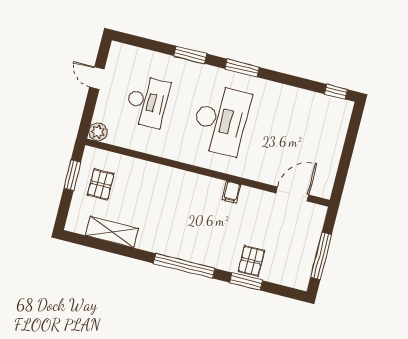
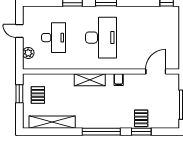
plant: (98, 132) -> (28, 53), moved
shelving: (187, 181) -> (90, 80), added
shelving: (112, 232) -> (52, 122), width x1.47

